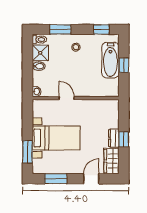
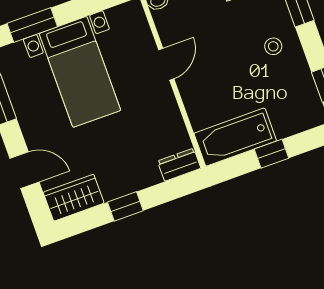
bathtub: (110, 60) -> (235, 137), moved
dresser: (114, 138) -> (179, 165), moved

